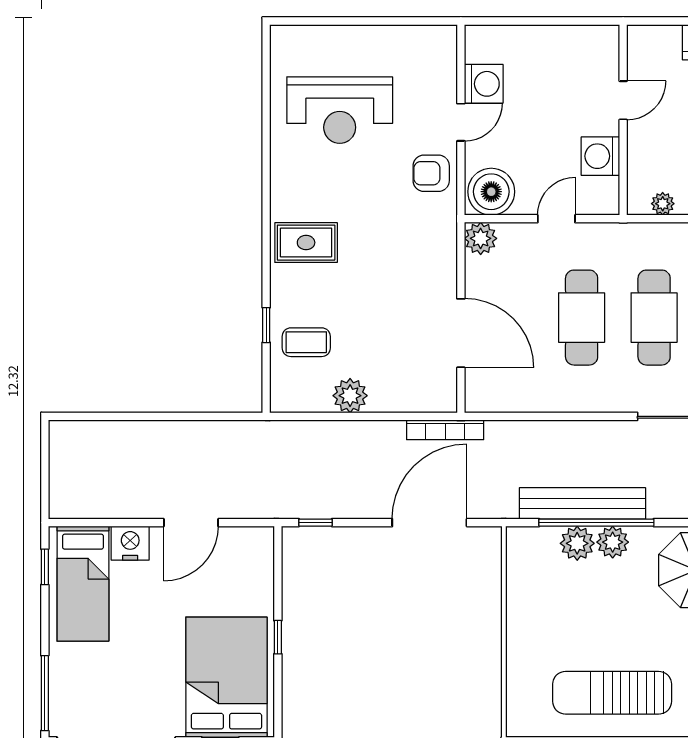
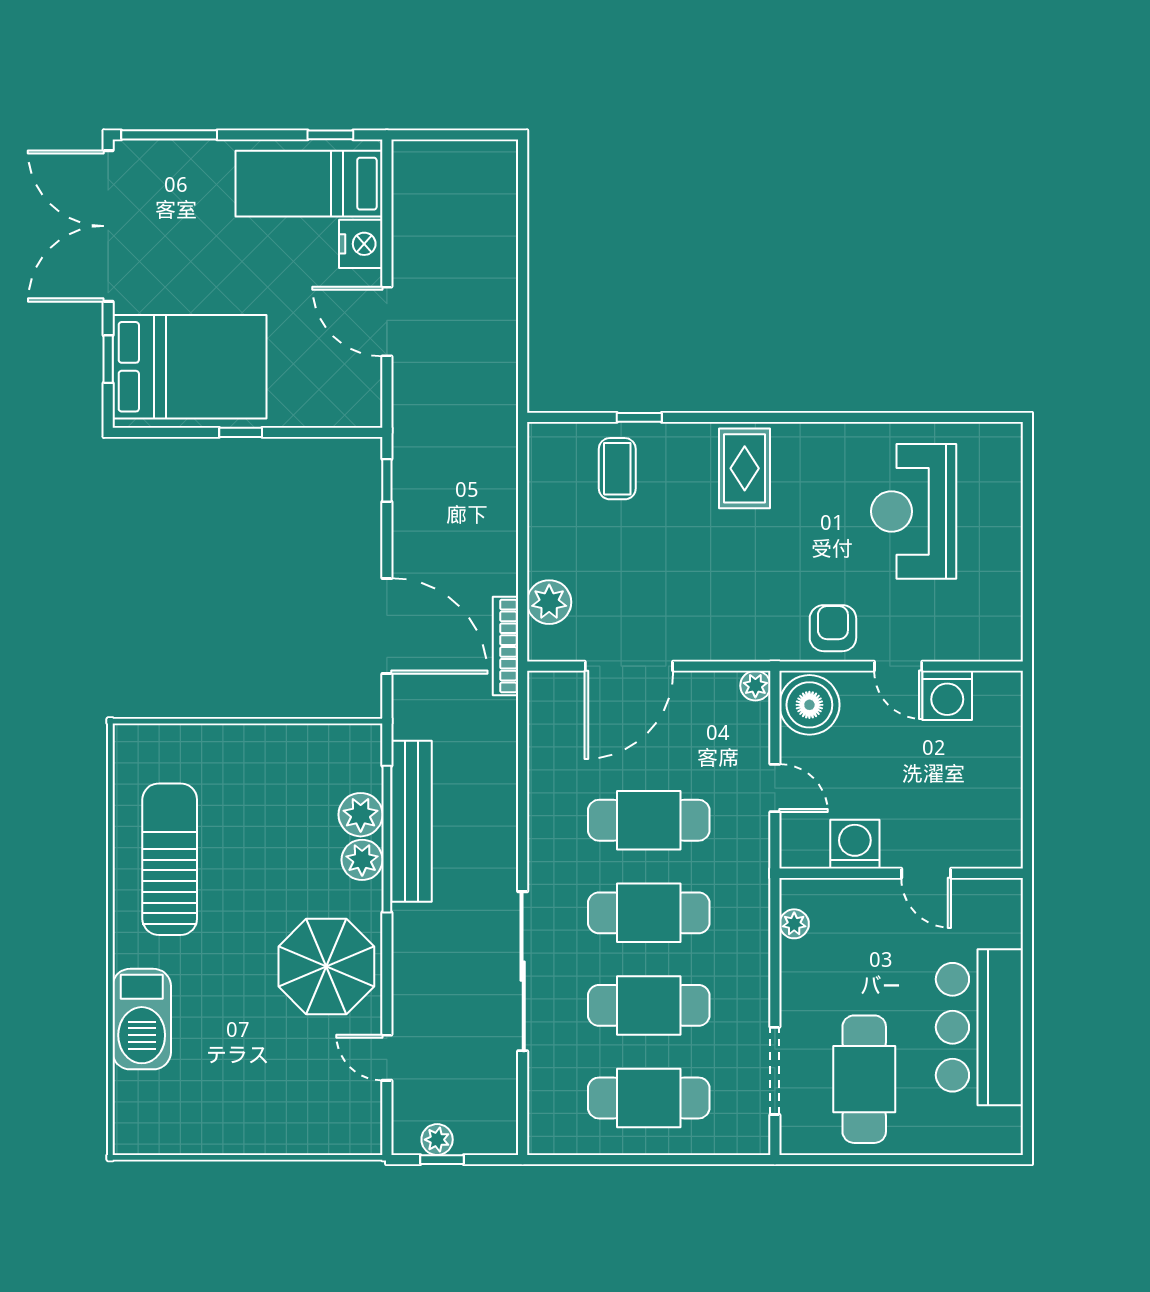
plant: (481, 238) -> (755, 686), width x0.73, depth x0.73
plant: (350, 396) -> (549, 602), moved

